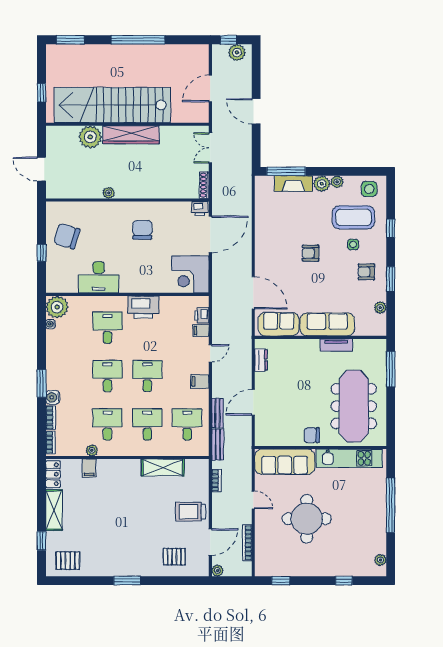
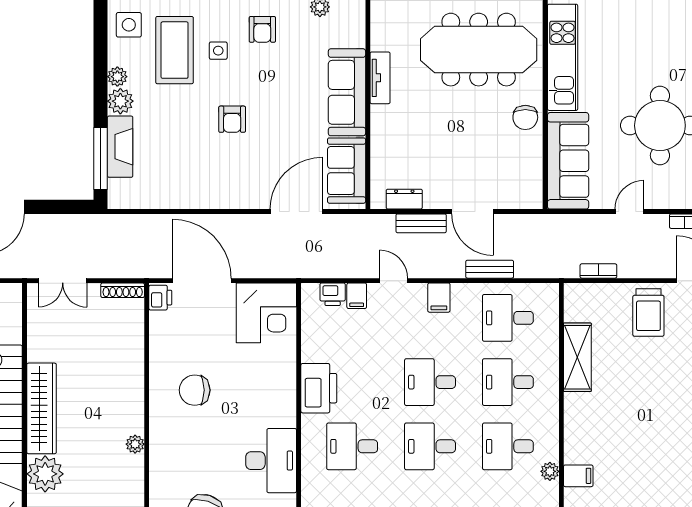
bench: (218, 444) -> (421, 223), moved

